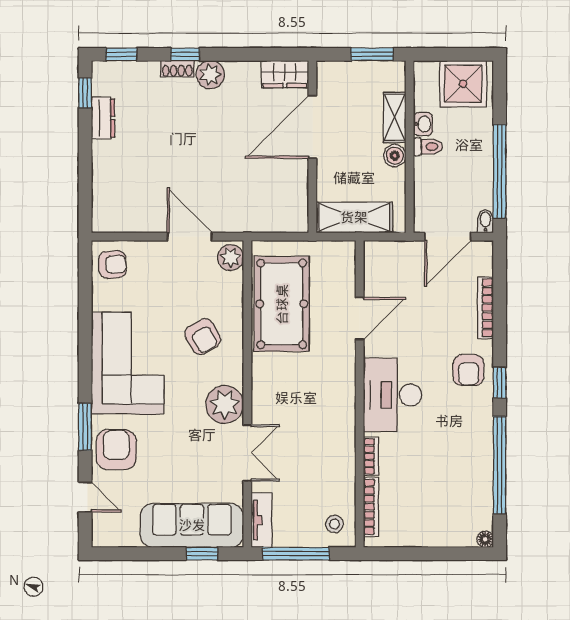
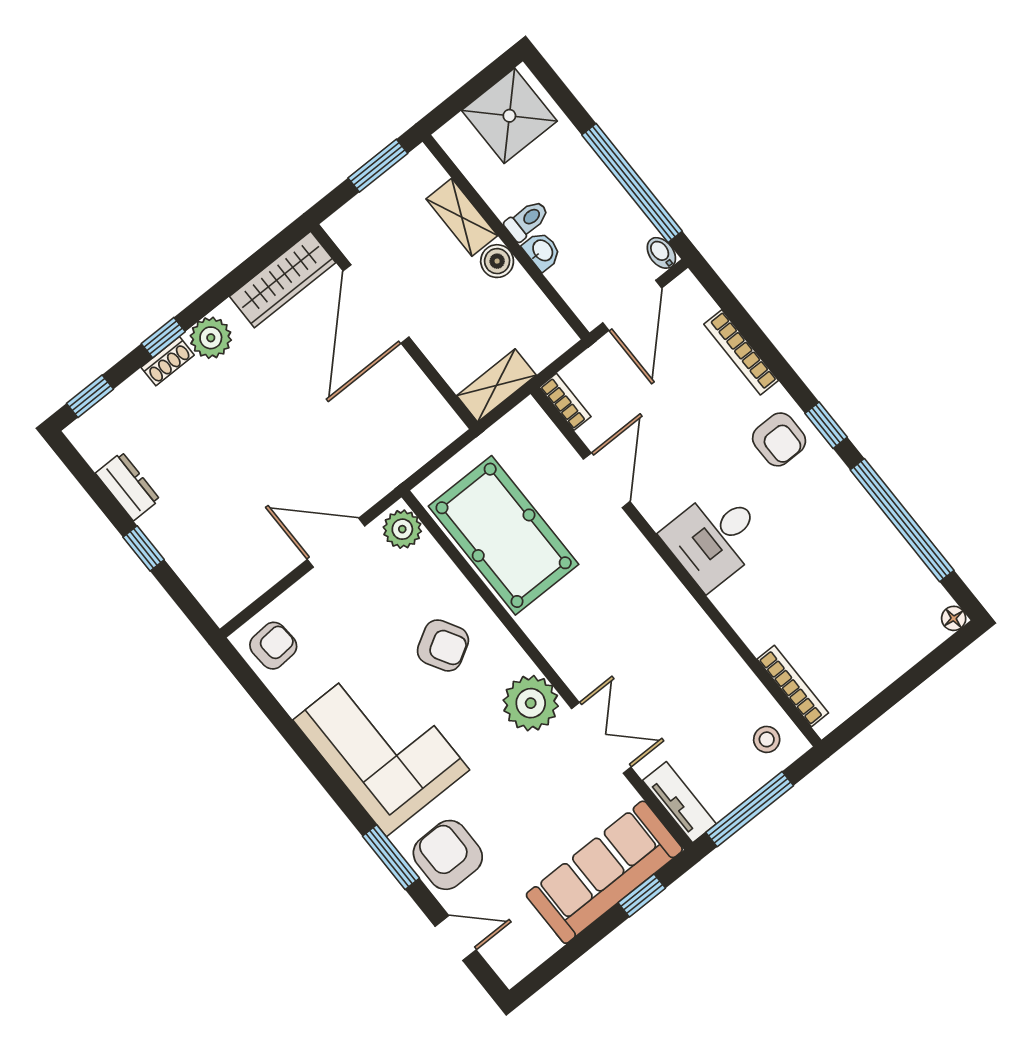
wardrobe: (285, 74) -> (283, 280), width x1.50
window: (85, 93) -> (144, 548), moved
washbasin: (423, 124) -> (542, 251), moved
shelving: (354, 217) -> (496, 385), width x0.67, depth x0.75
desk: (392, 395) -> (715, 538), width x0.73
bookcase: (371, 456) -> (565, 402), moved

